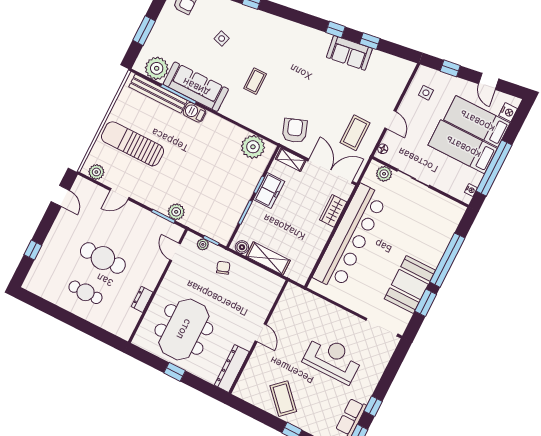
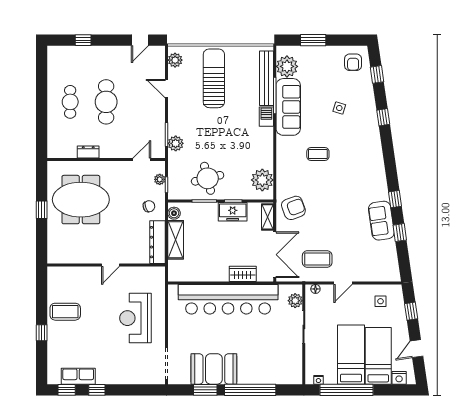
round table: (225, 198) -> (208, 178), added
reception desk: (333, 359) -> (136, 318), moved, turned 180
dresser: (232, 368) -> (157, 242), moved, turned -90
coffee table: (283, 399) -> (65, 312), turned 43

